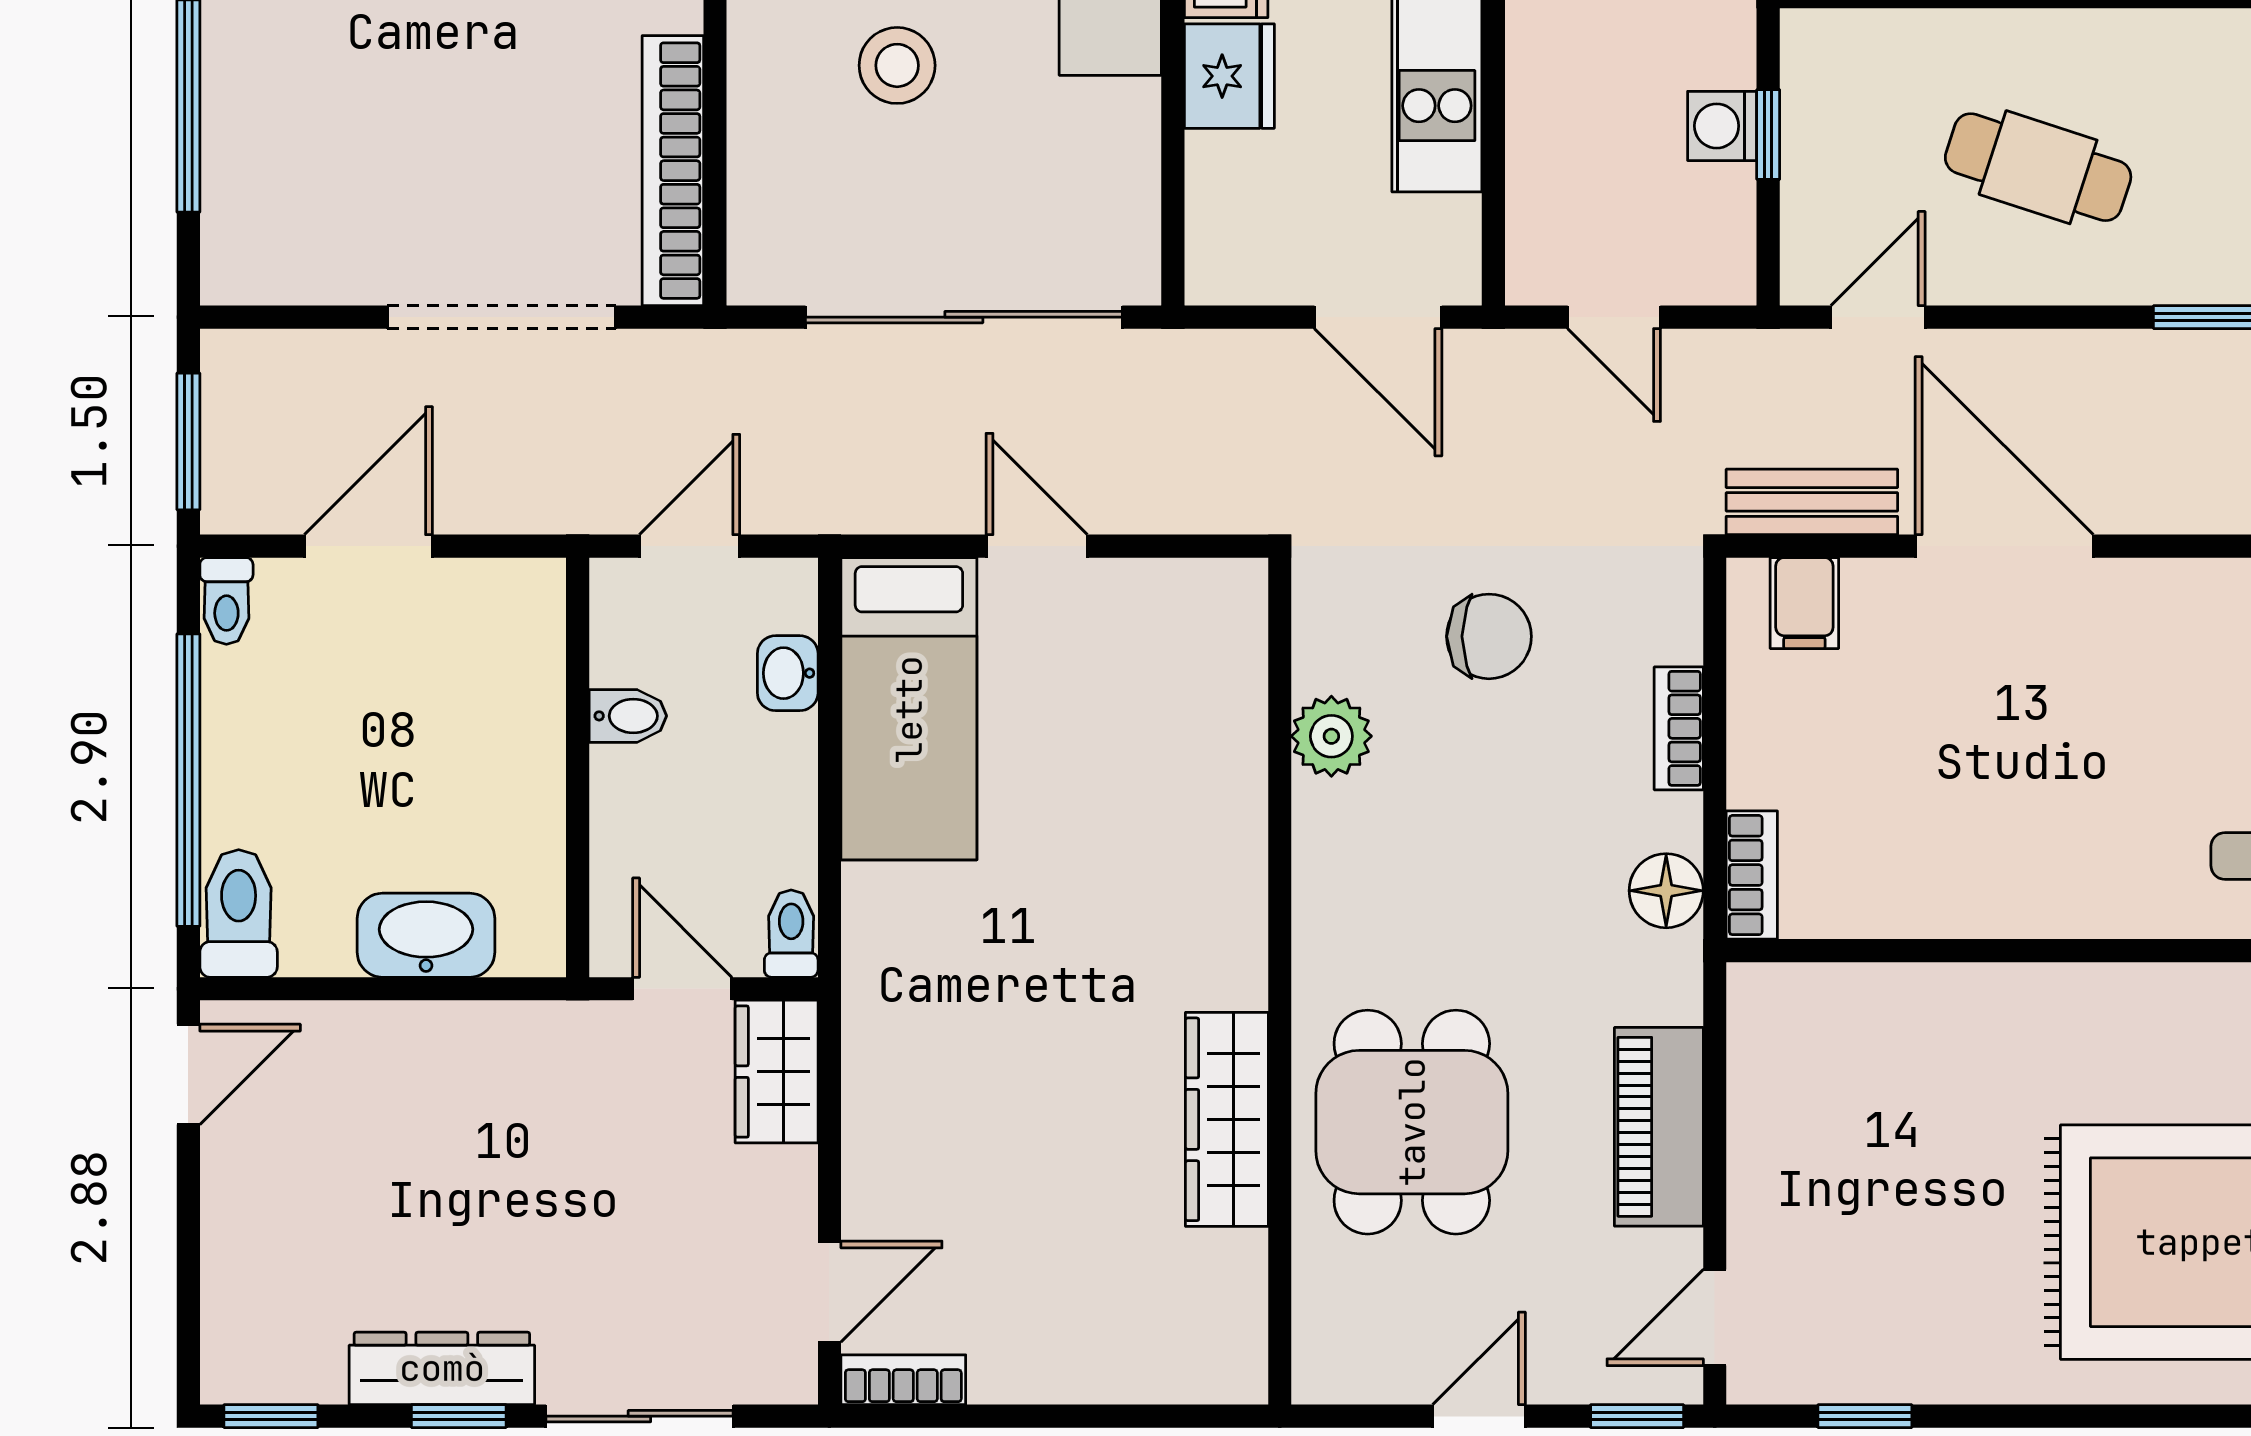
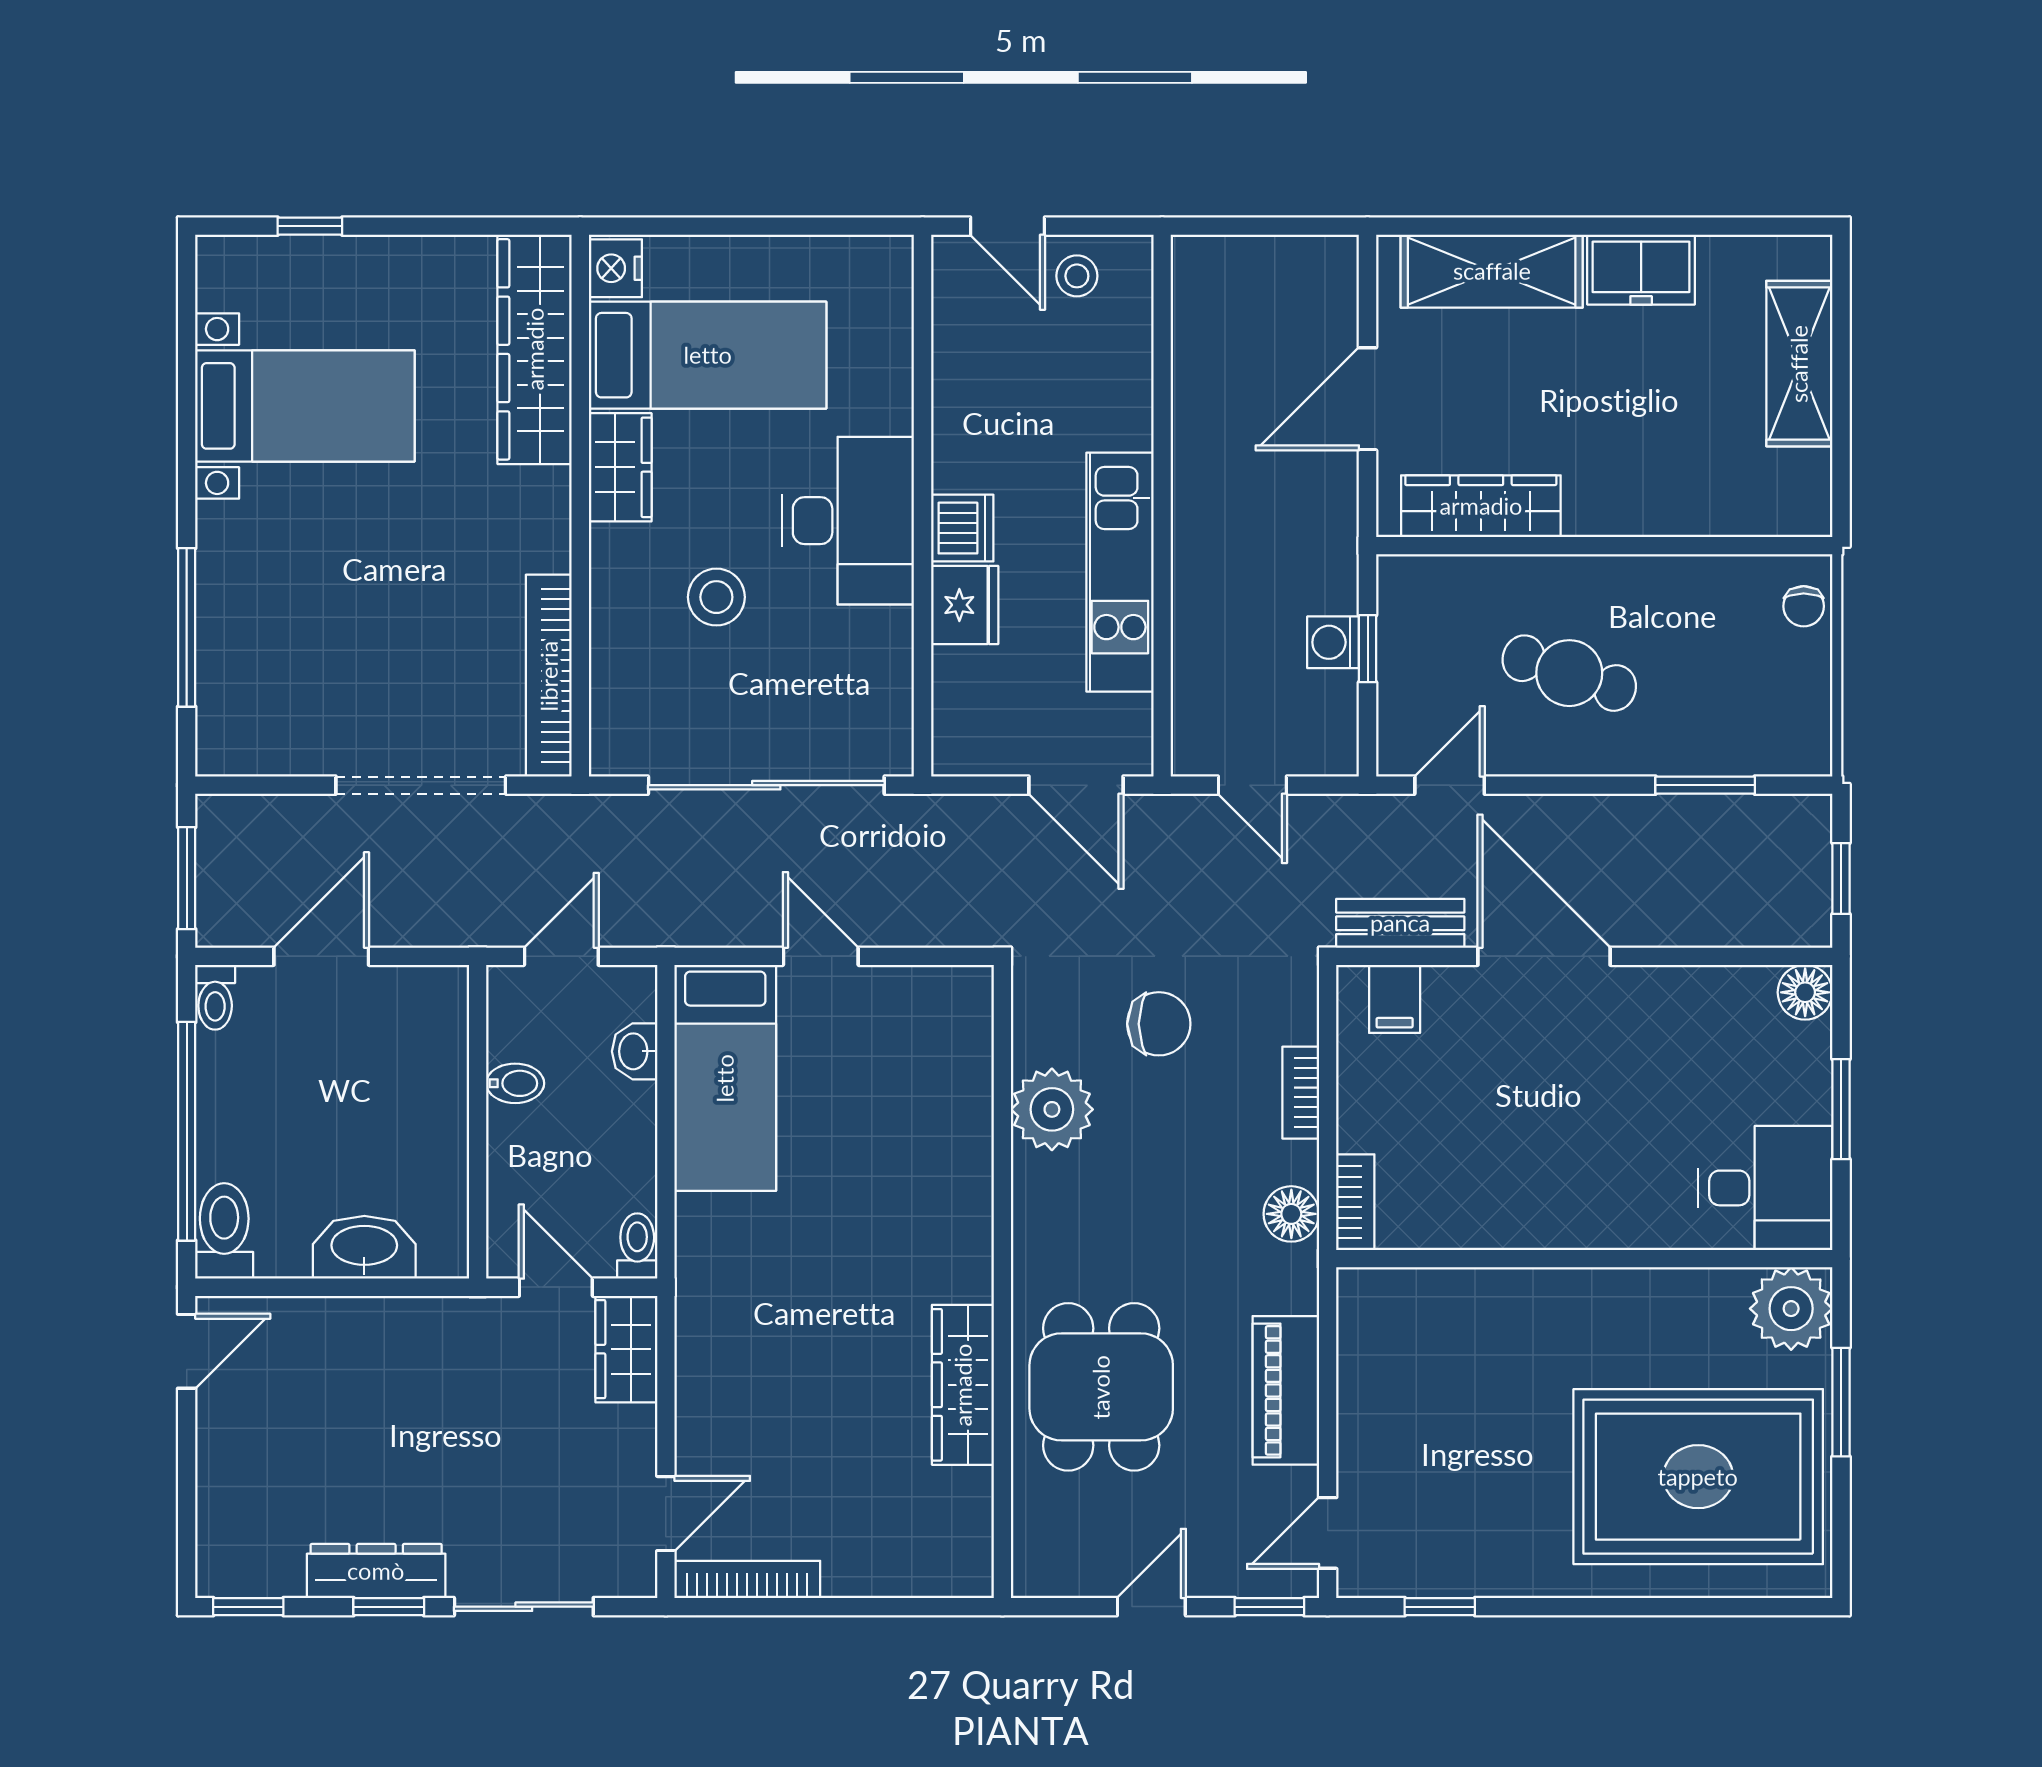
plant: (1331, 736) -> (1052, 1109), width x1.36, depth x1.36
bookcase: (903, 1380) -> (747, 1579), width x1.56

